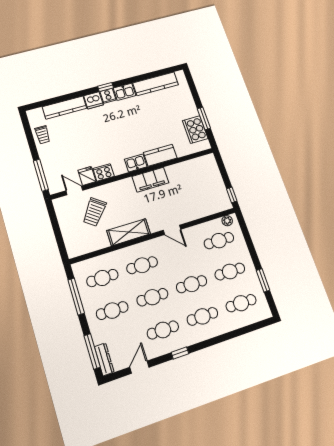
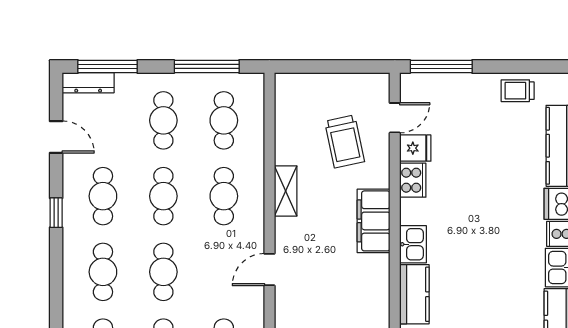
filing cabinet: (150, 180) -> (374, 221), moved
trolley: (94, 212) -> (345, 141), turned -139
shelving: (129, 232) -> (286, 191), width x0.67, depth x0.75

